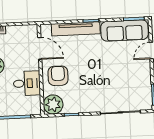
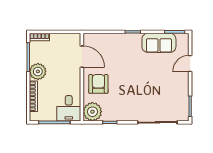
tv unit: (76, 29) -> (118, 39), removed
sofa: (124, 31) -> (159, 43), width x0.73
desk: (27, 83) -> (69, 108), moved, turned 90

